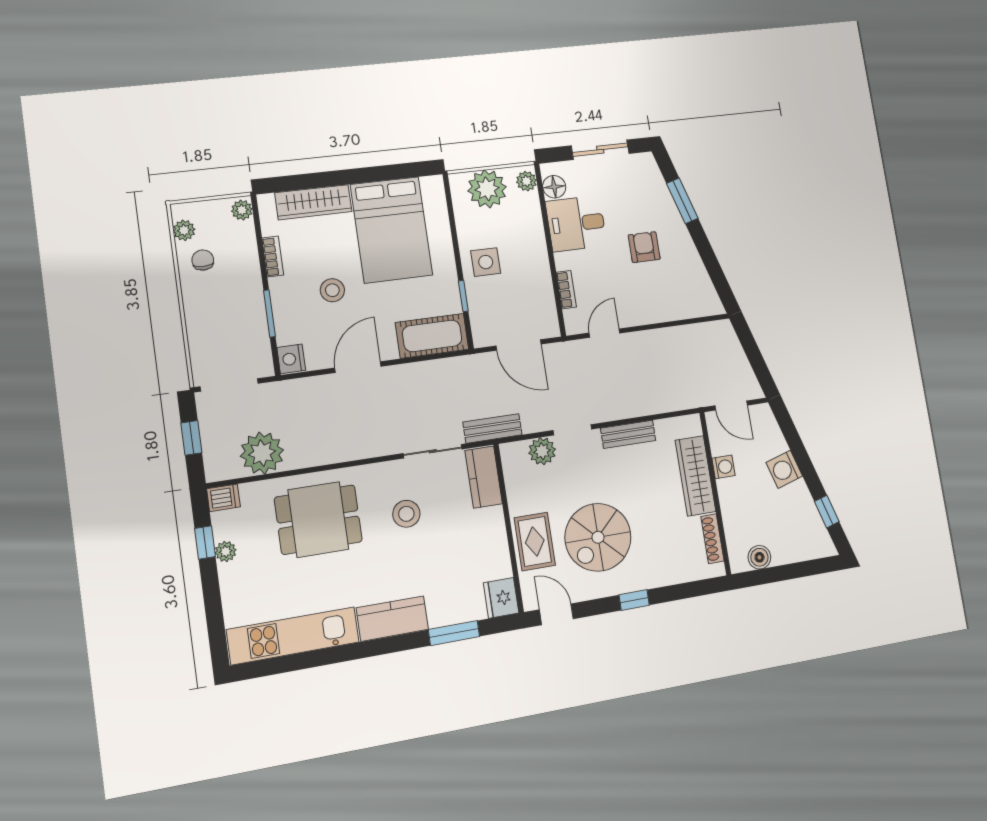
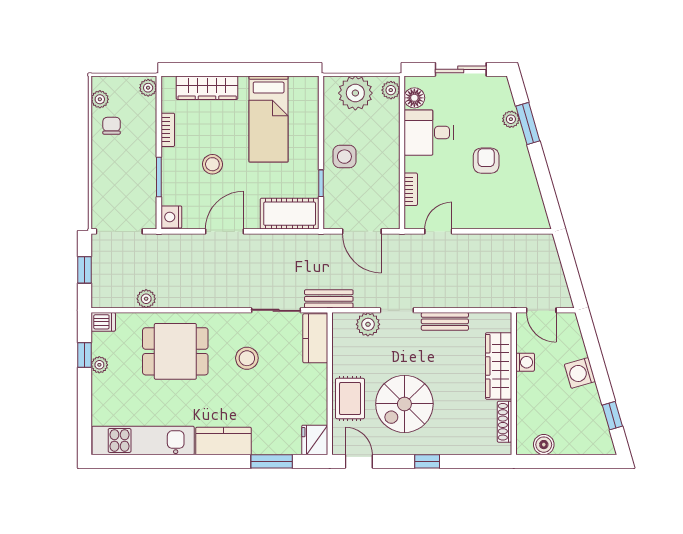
plant: (663, 198) -> (511, 119), added
bed: (391, 230) -> (269, 119), width x0.67
plant: (262, 453) -> (146, 299), width x0.53, depth x0.53

